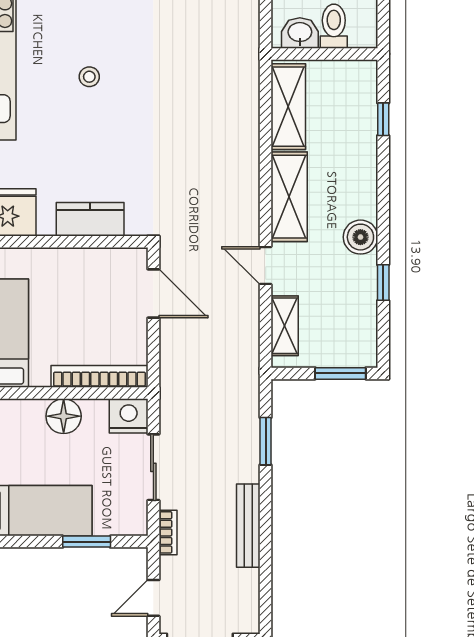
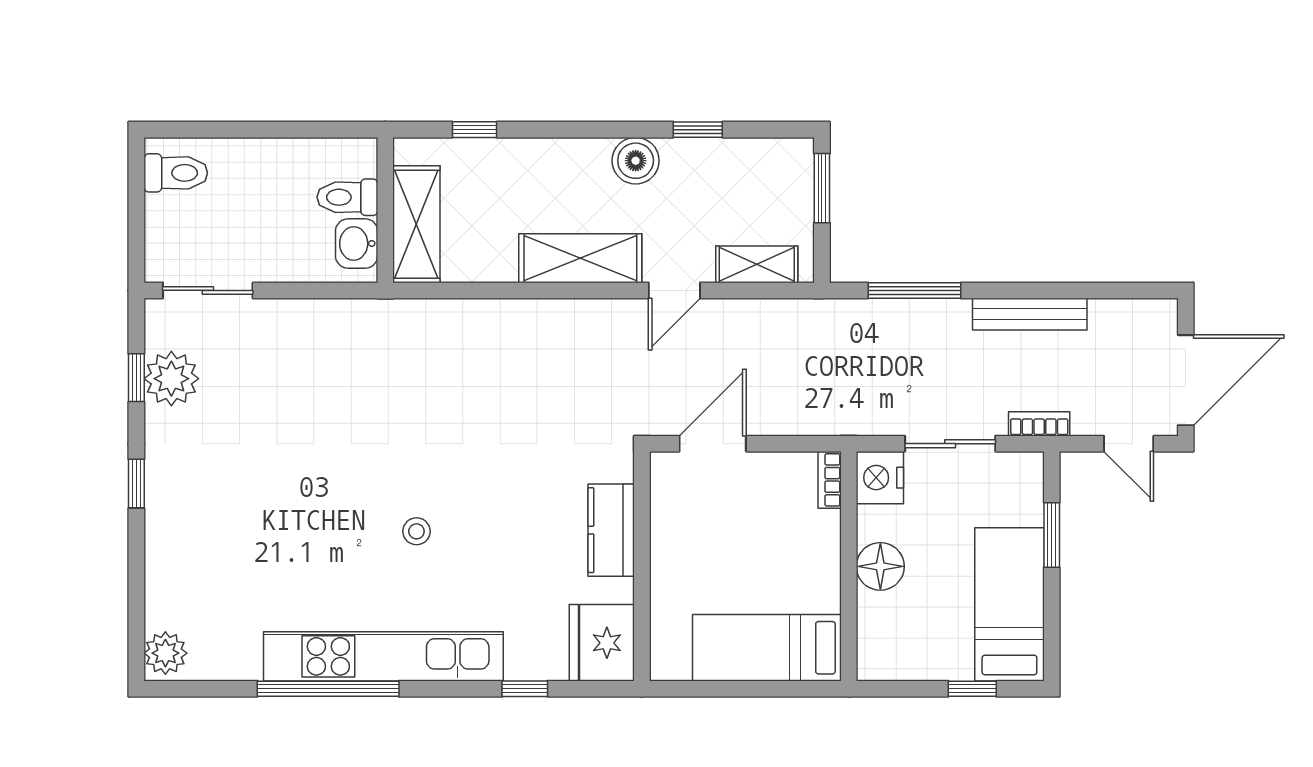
shelving: (288, 107) -> (416, 224), moved, turned 90
bookcase: (100, 376) -> (830, 480), width x0.43, depth x0.76
window: (266, 441) -> (914, 290), width x1.44

